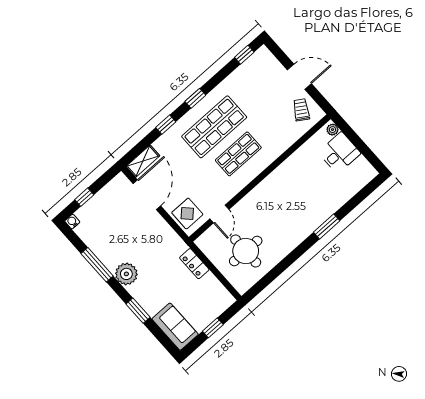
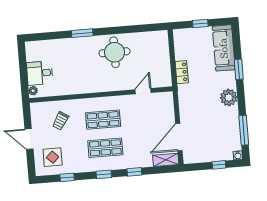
window: (244, 55) -> (67, 177), moved
trolley: (301, 110) -> (61, 121), moved
shop shelf: (214, 127) -> (105, 148), width x0.70, depth x0.74
display table: (187, 213) -> (53, 157), moved
round table: (246, 251) -> (115, 52), moved
window: (97, 265) -> (244, 130), moved
sofa: (175, 327) -> (224, 48), width x1.36

